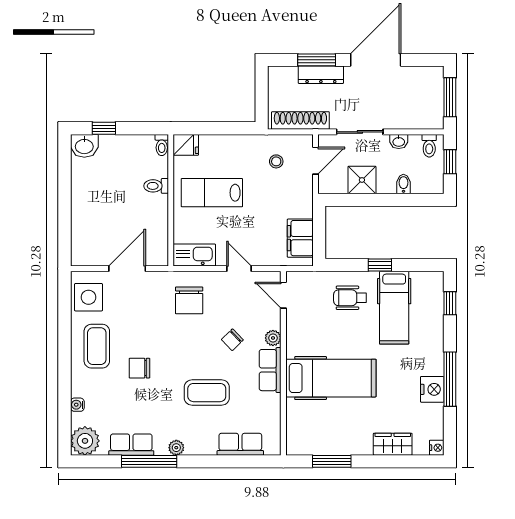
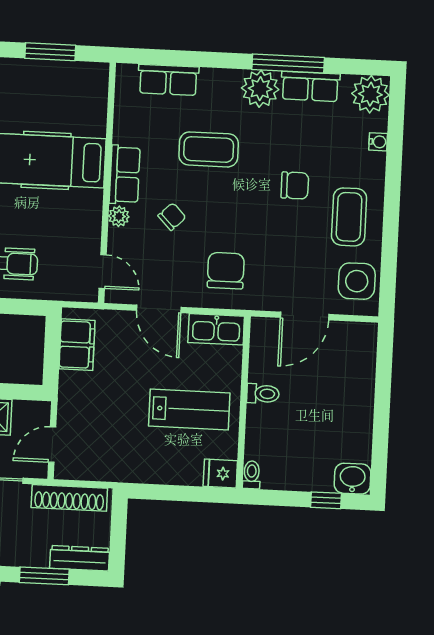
dresser: (321, 75) -> (80, 558), moved
stool: (276, 161) -> (103, 446), removed
toilet: (156, 186) -> (263, 394), moved
door: (239, 269) -> (159, 309), width x1.37
plant: (176, 448) -> (260, 89), width x1.88, depth x1.88

